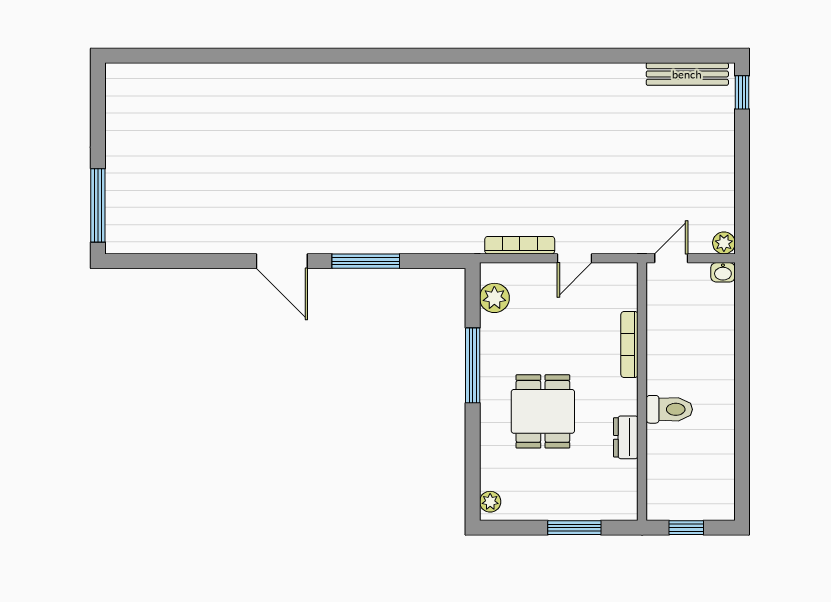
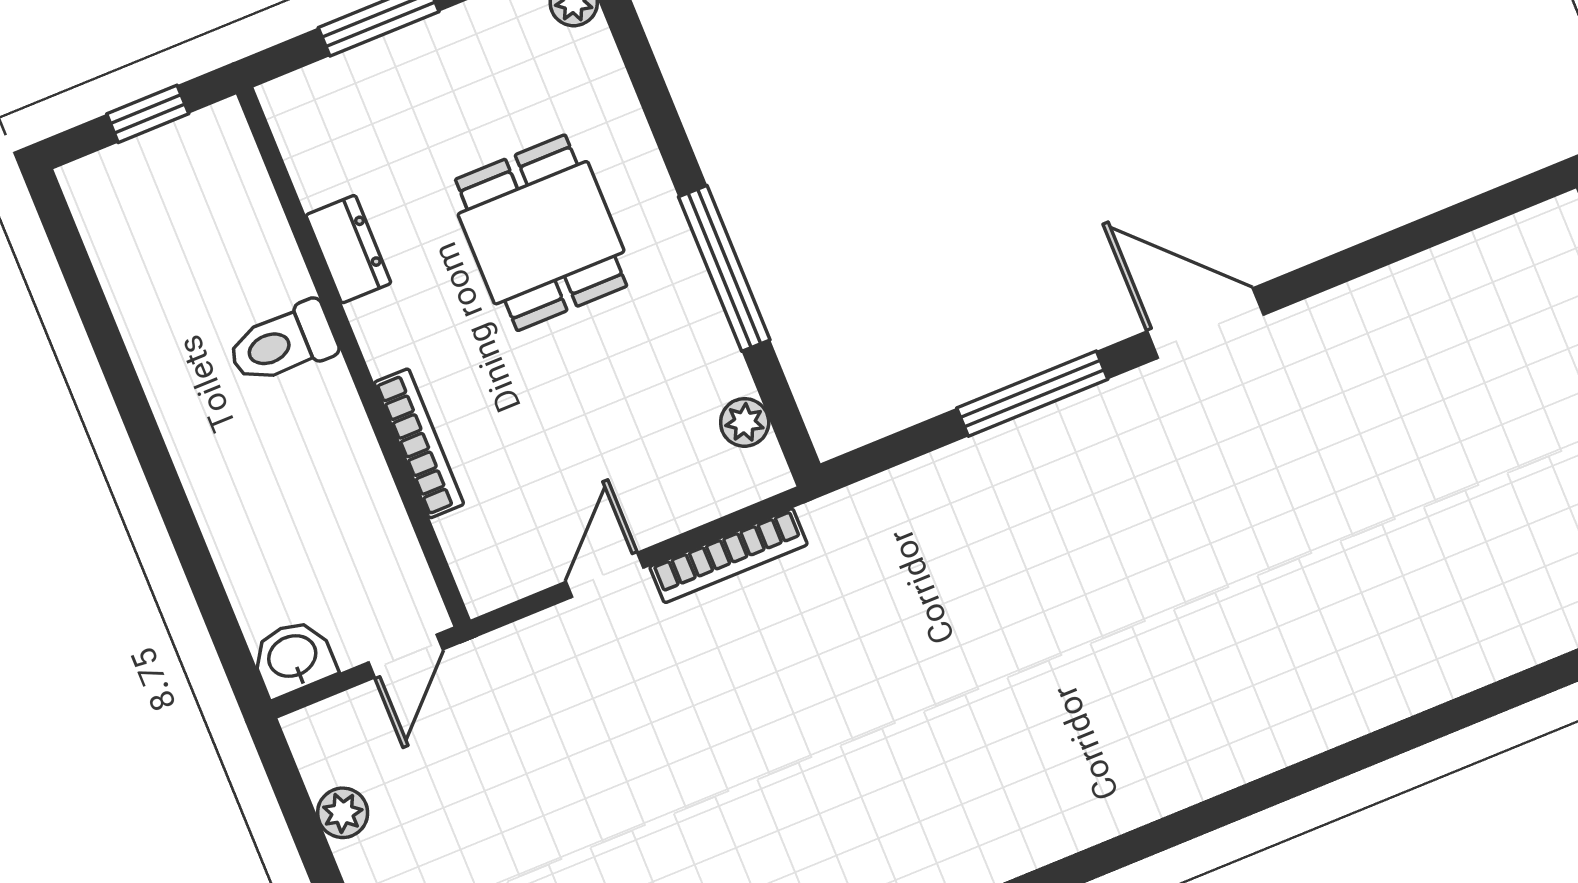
plant: (724, 243) -> (343, 813), moved
washbasin: (723, 272) -> (293, 658), width x1.38, depth x1.45
plant: (494, 298) -> (745, 422), width x0.73, depth x0.73

